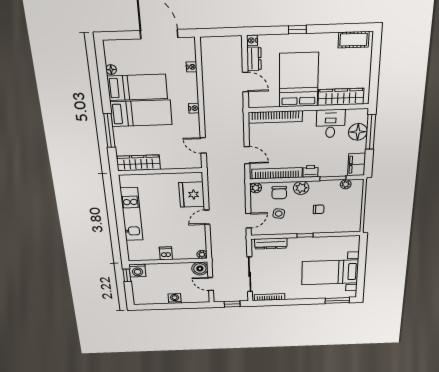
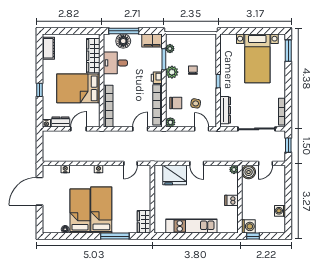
wardrobe: (138, 163) -> (144, 222), width x0.67
plant: (301, 188) -> (172, 72), moved
washing machine: (175, 299) -> (280, 211), moved

